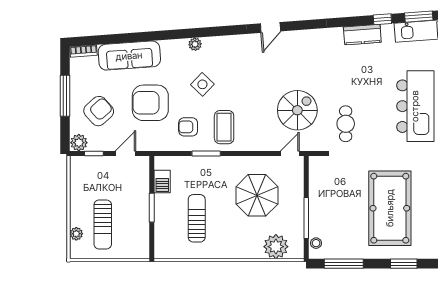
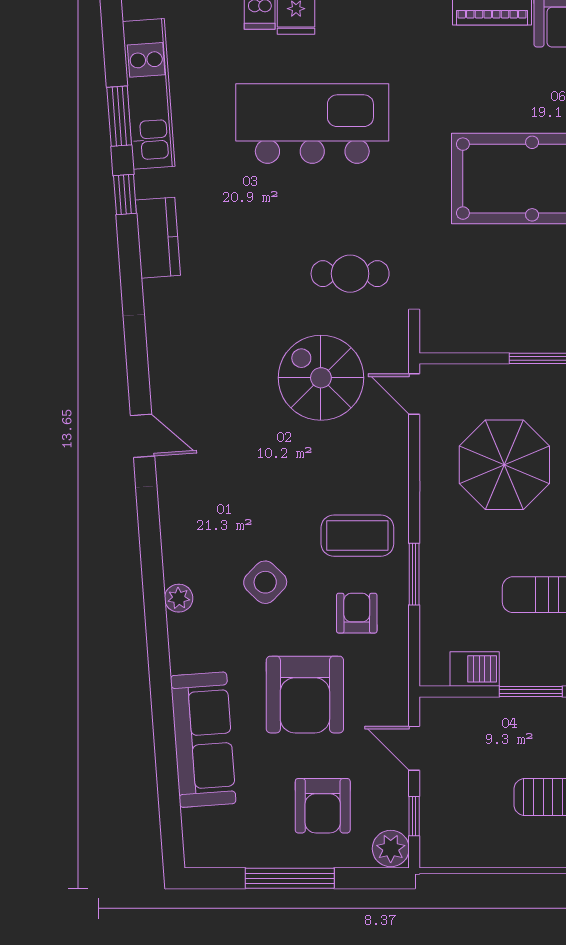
bookcase: (84, 51) -> (194, 838), removed
armchair: (99, 111) -> (323, 806), turned -138
armchair: (188, 127) -> (357, 613), turned 180

